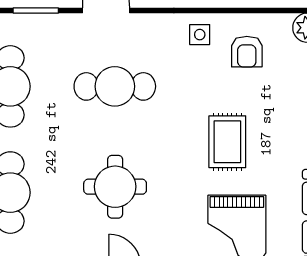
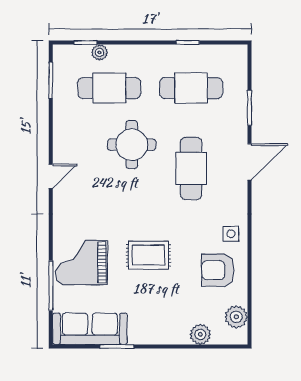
armchair: (247, 52) -> (218, 270), width x1.38, depth x1.38
round table: (115, 187) -> (132, 145), moved

